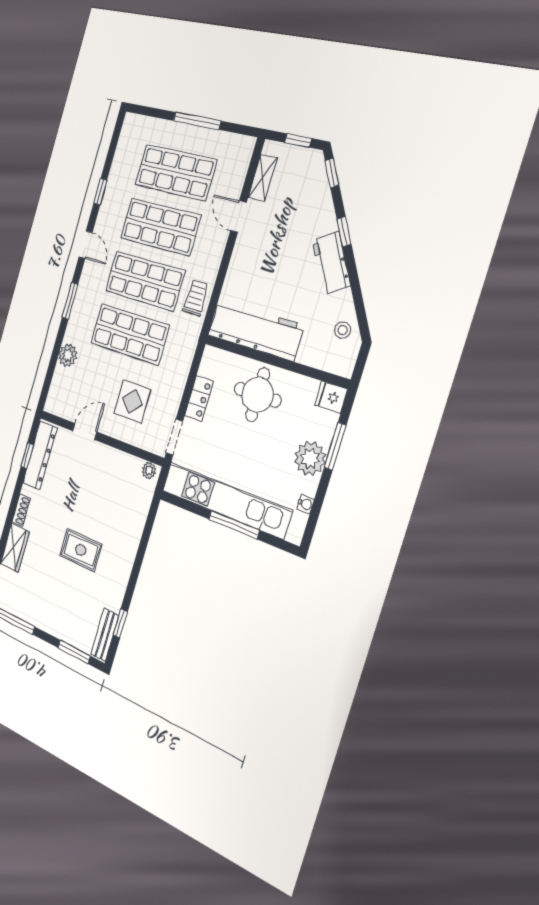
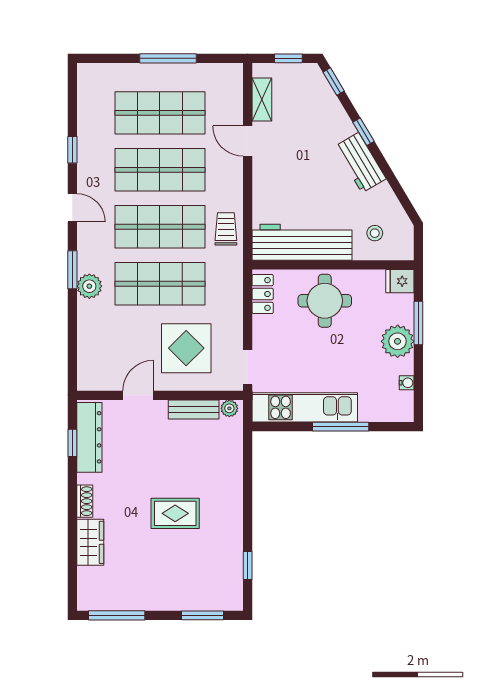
stool: (342, 330) -> (375, 233), moved
plant: (68, 355) -> (89, 286), moved
locker: (199, 399) -> (263, 294), moved
display table: (132, 401) -> (186, 348), width x1.36, depth x1.36
kitchen unit: (225, 500) -> (305, 407), width x0.73
bench: (105, 635) -> (194, 409), moved, turned 90

